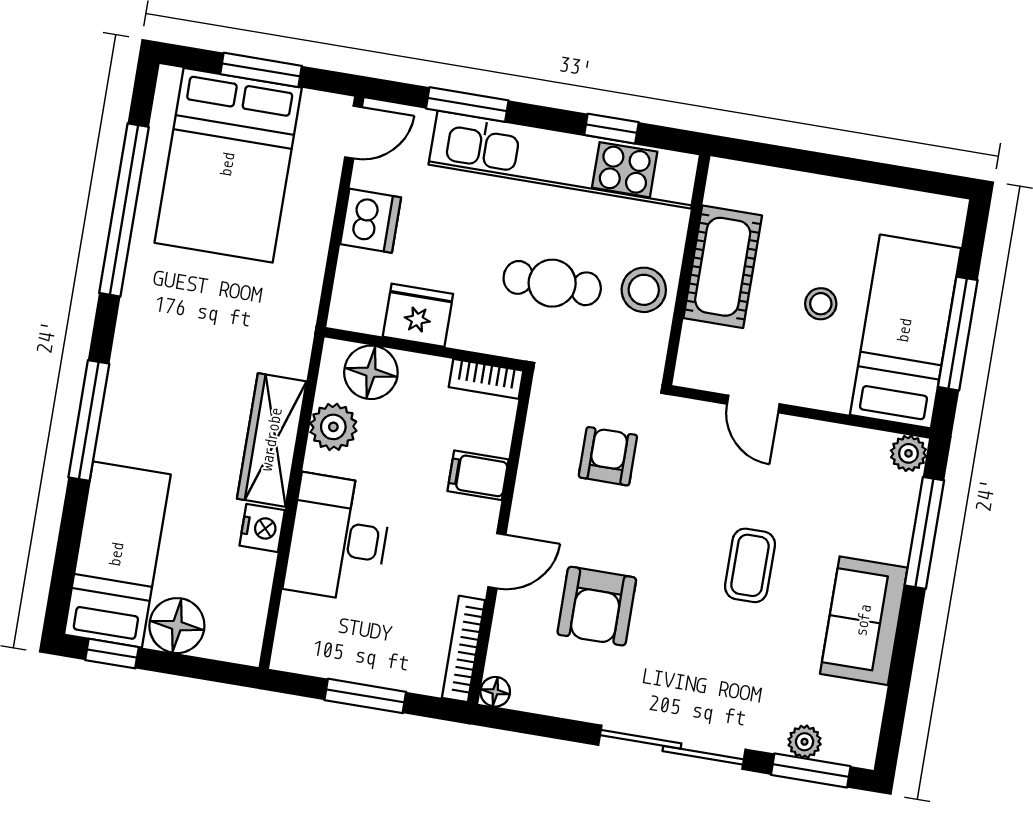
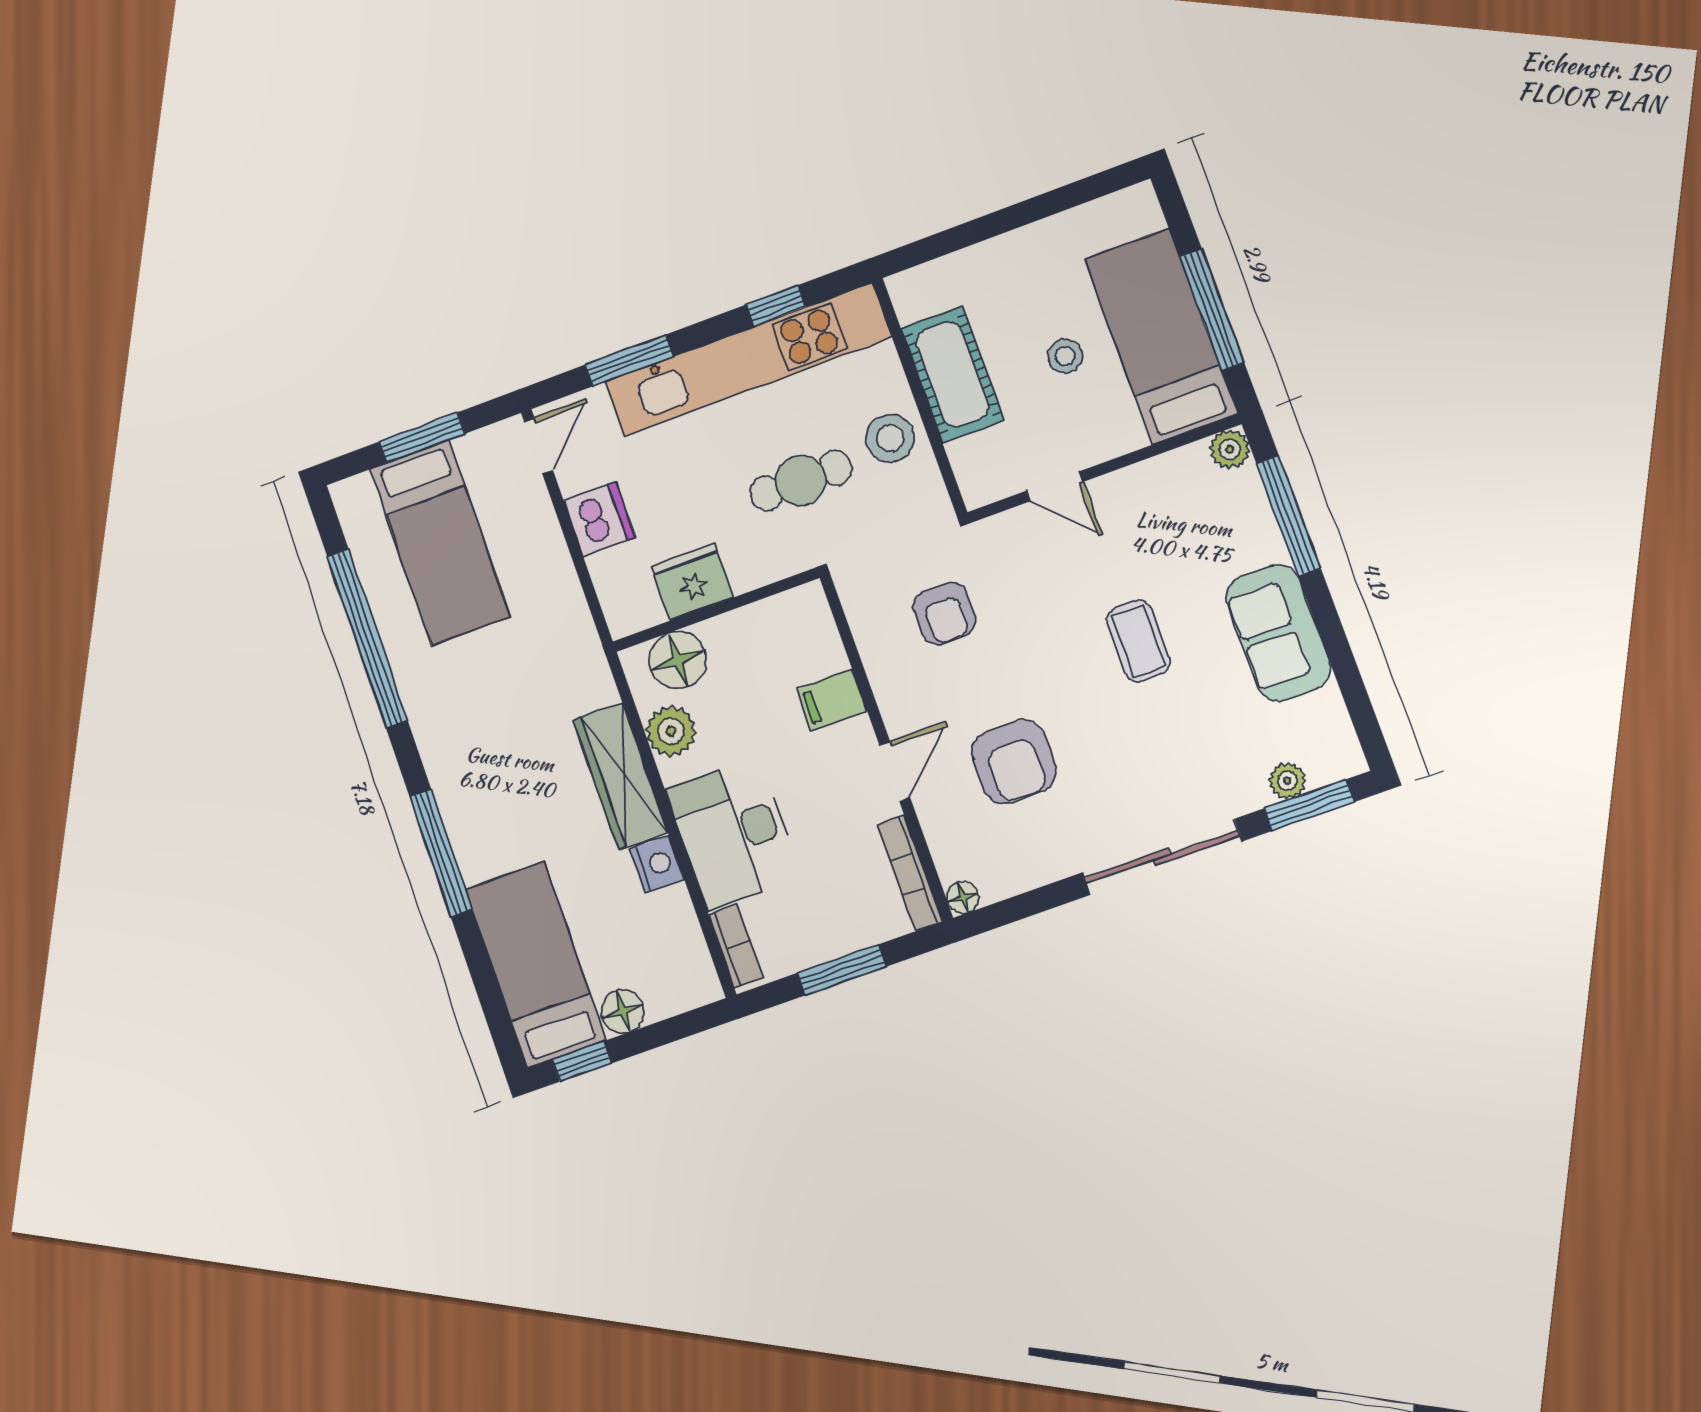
bed: (228, 165) -> (440, 543), width x0.67
bookcase: (486, 379) -> (736, 946), moved, turned -90
armchair: (608, 456) -> (944, 613), turned 180
floor lamp: (177, 626) -> (623, 1011), width x0.73, depth x0.73

